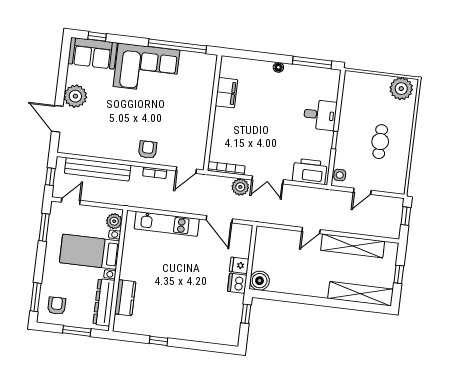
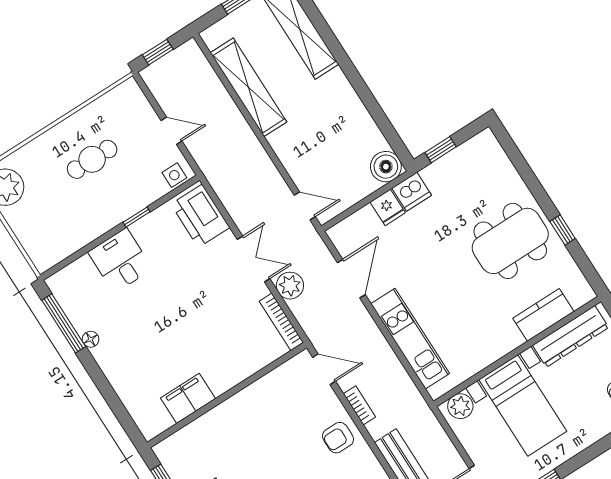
floor lamp: (278, 67) -> (91, 339), moved
door: (311, 230) -> (305, 206), moved
dining table: (174, 311) -> (510, 241), added

